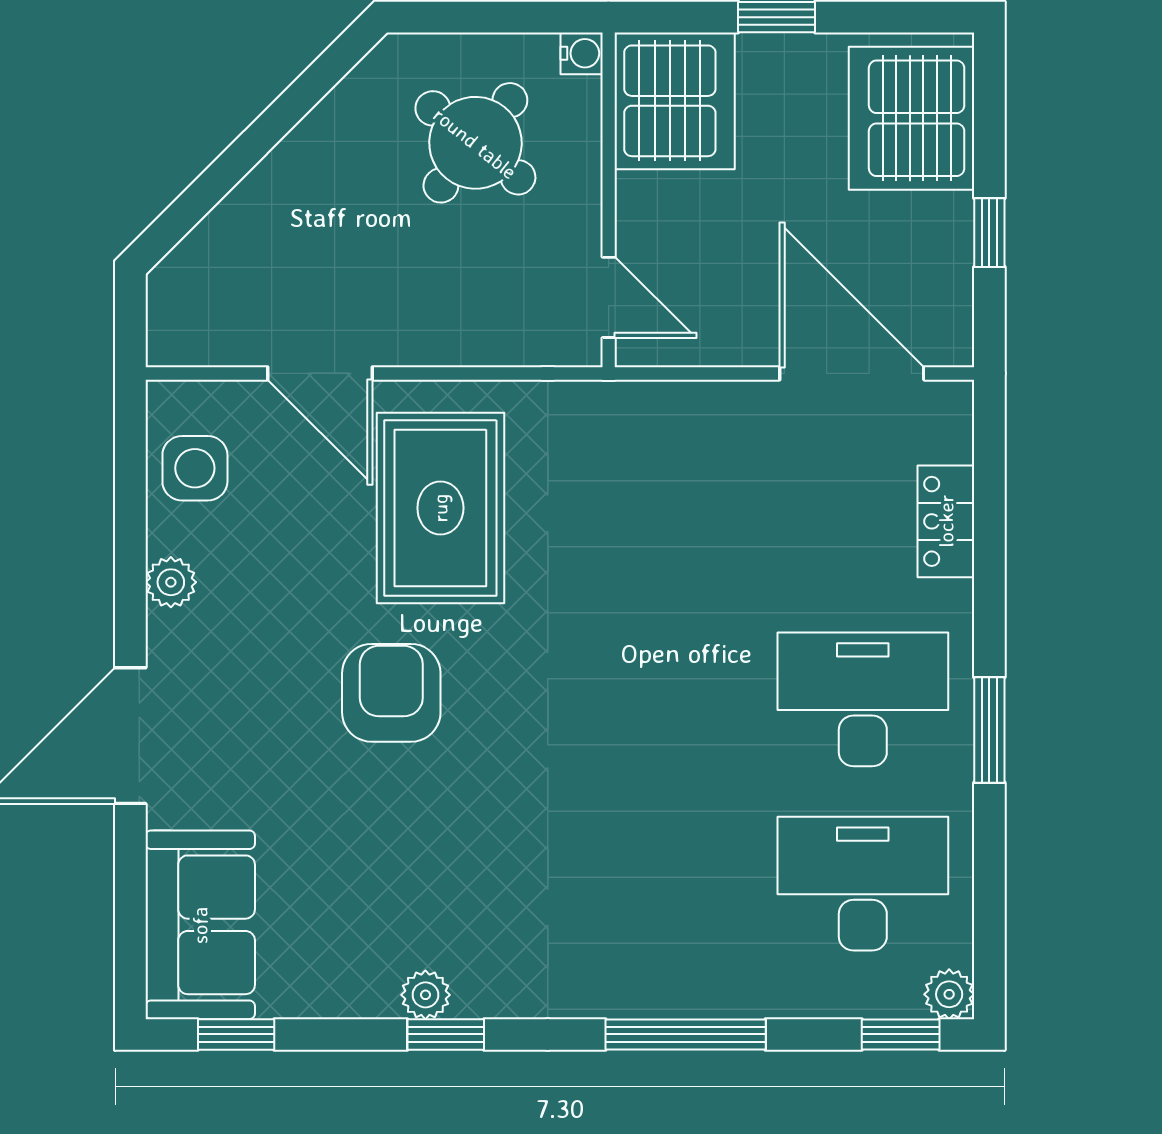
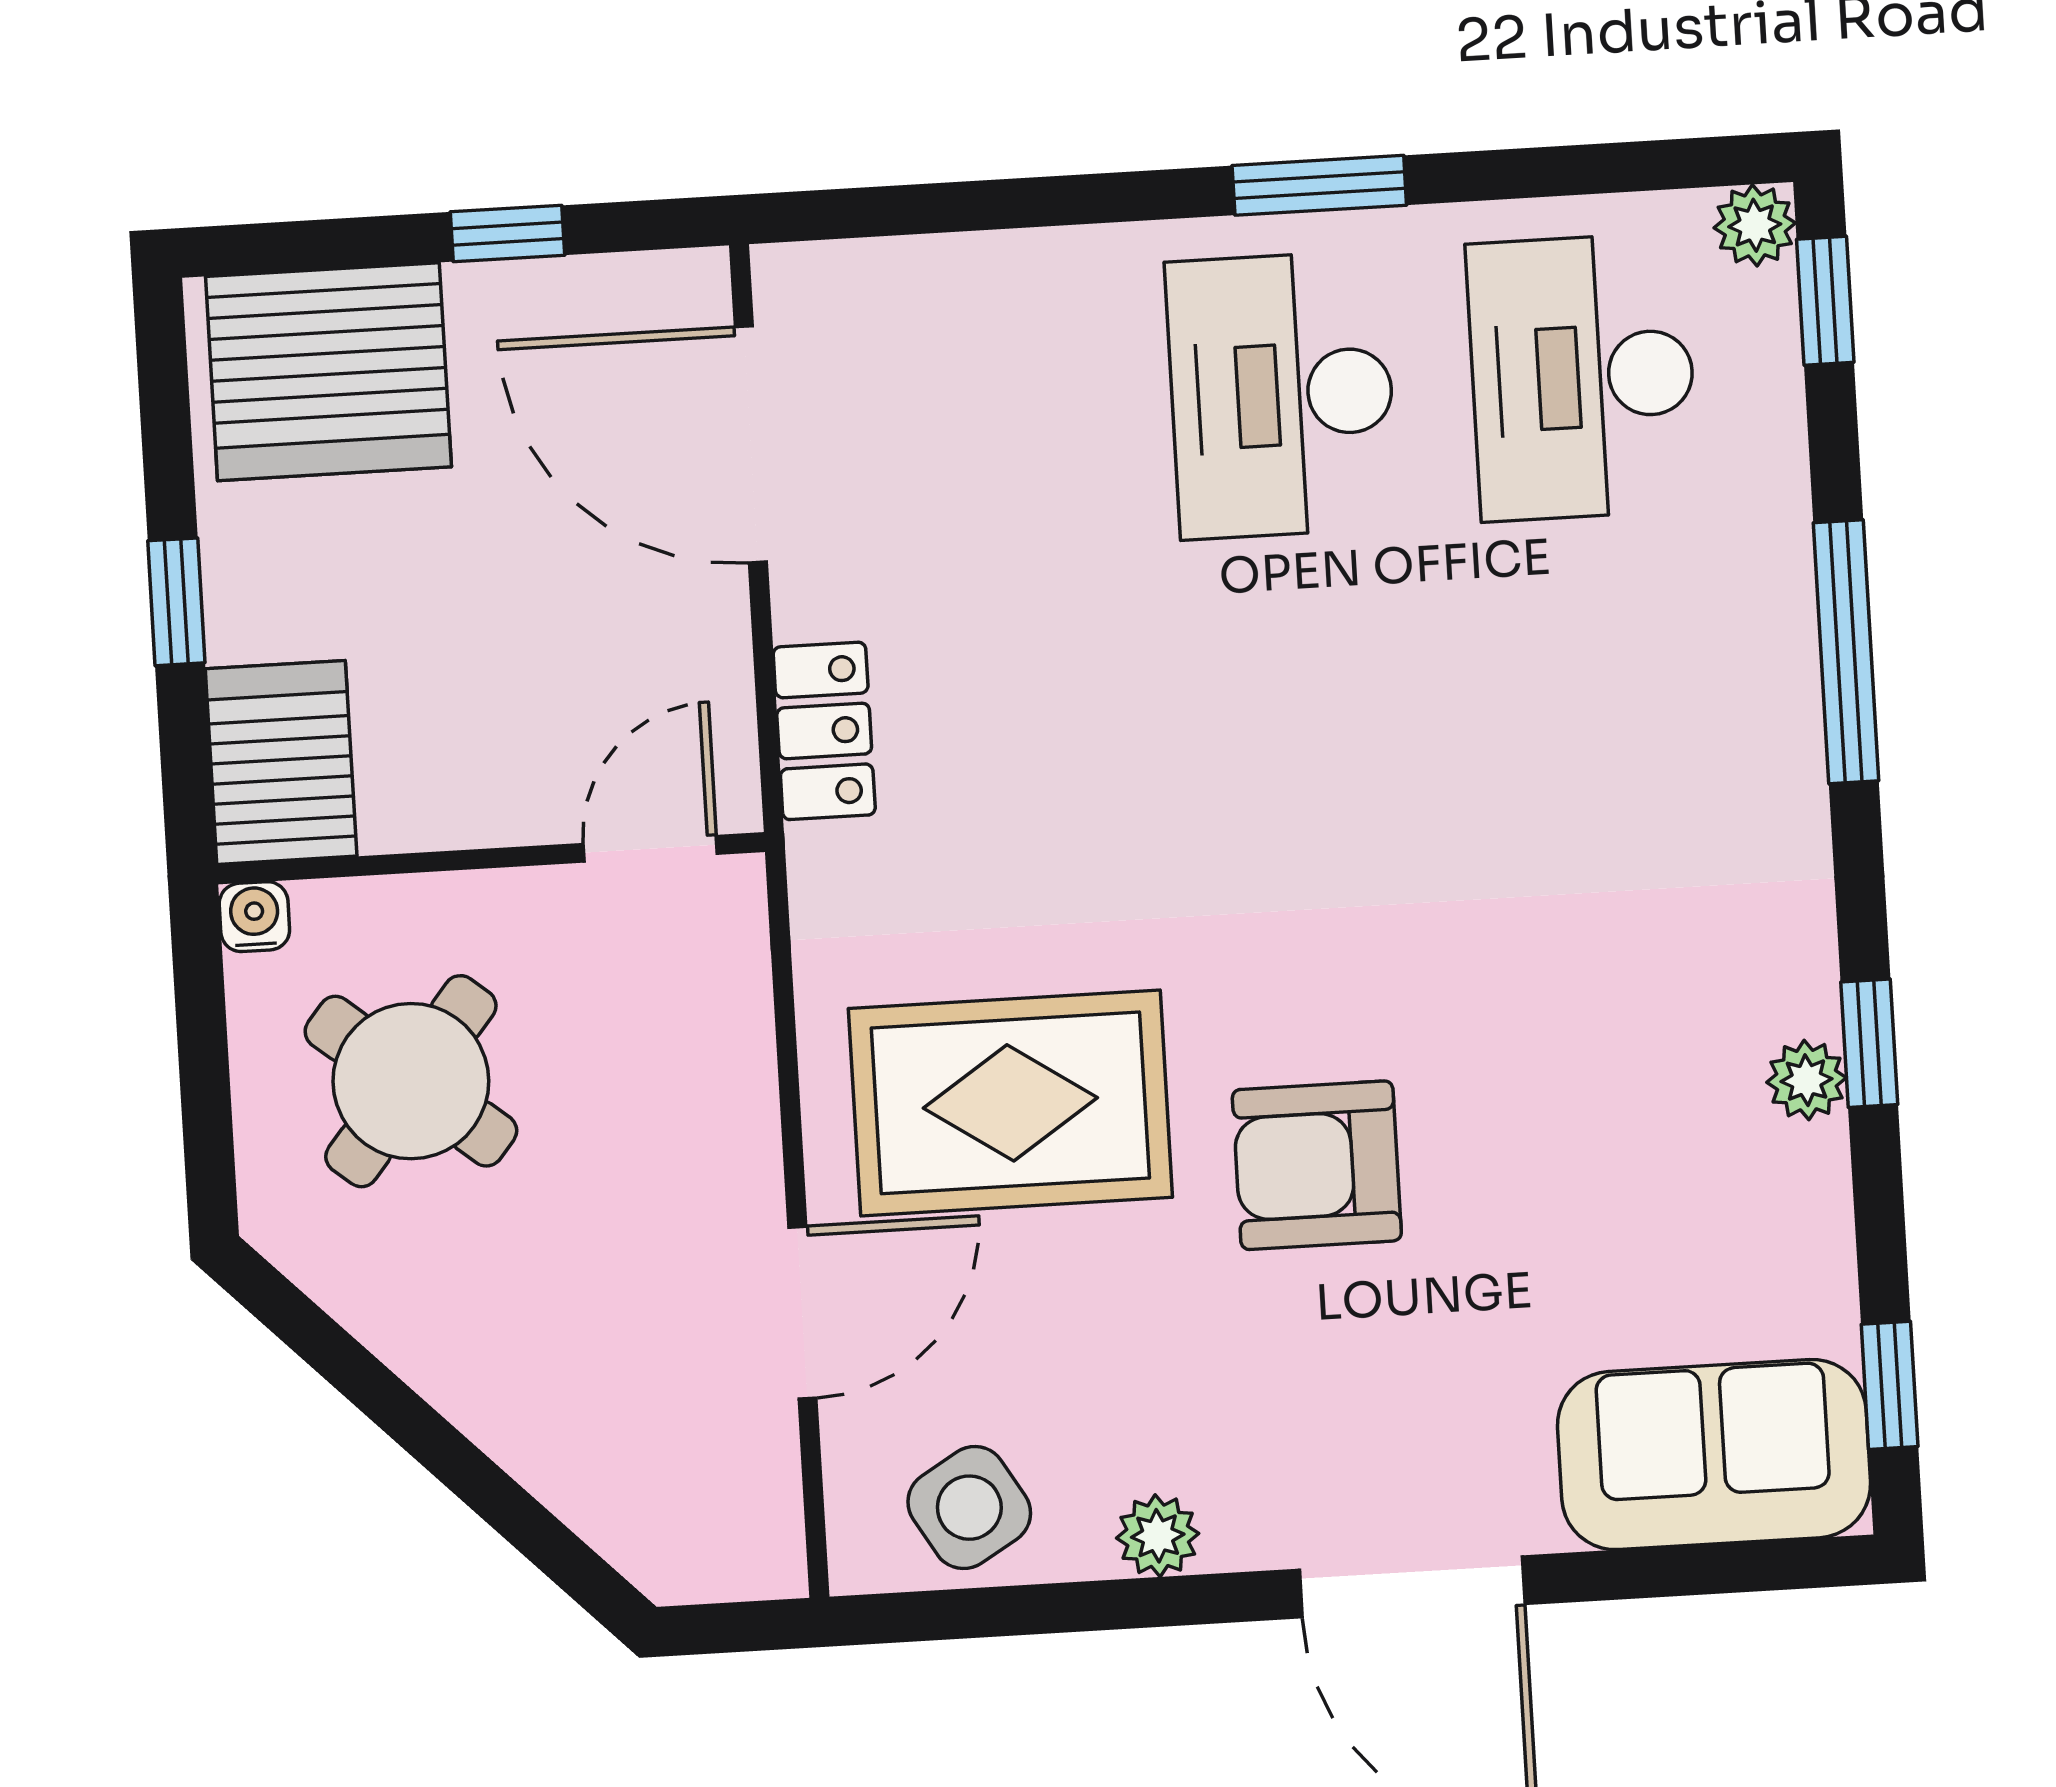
server rack: (675, 101) -> (281, 762), width x0.62
door: (852, 373) -> (751, 444), hinge flipped
side table: (195, 468) -> (969, 1508), turned -31
locker: (946, 521) -> (824, 731), moved, turned -90

